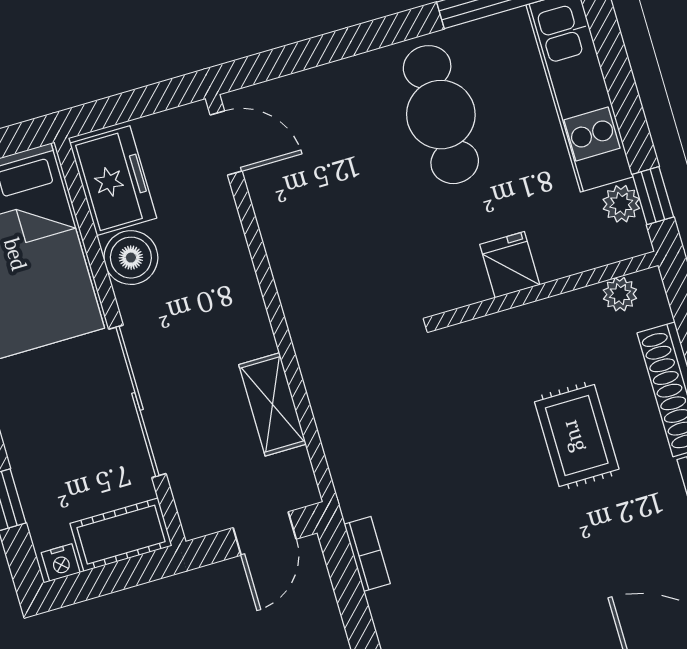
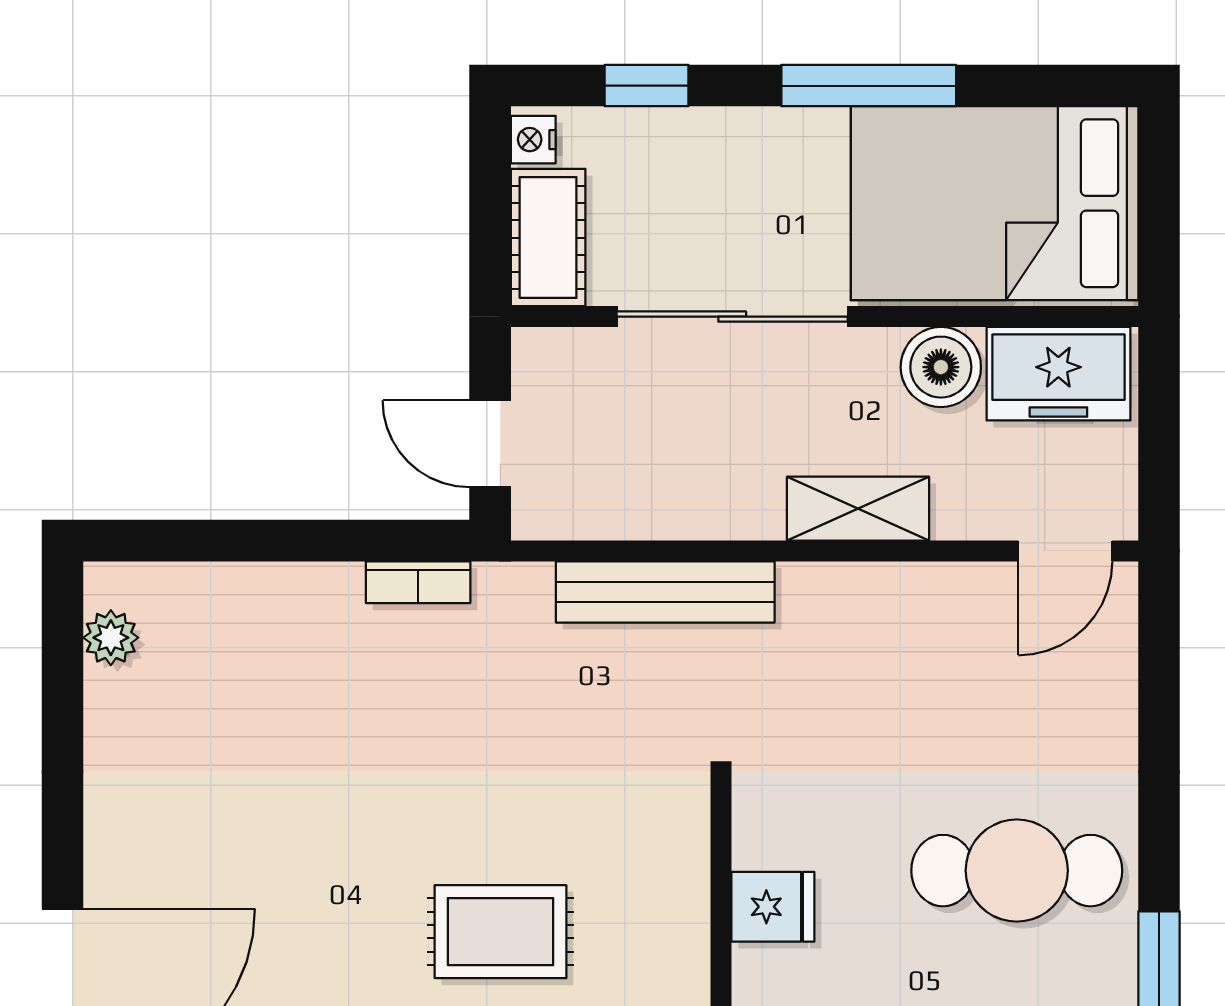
bench: (327, 393) -> (665, 592), added
shelving: (272, 404) -> (858, 509), moved

